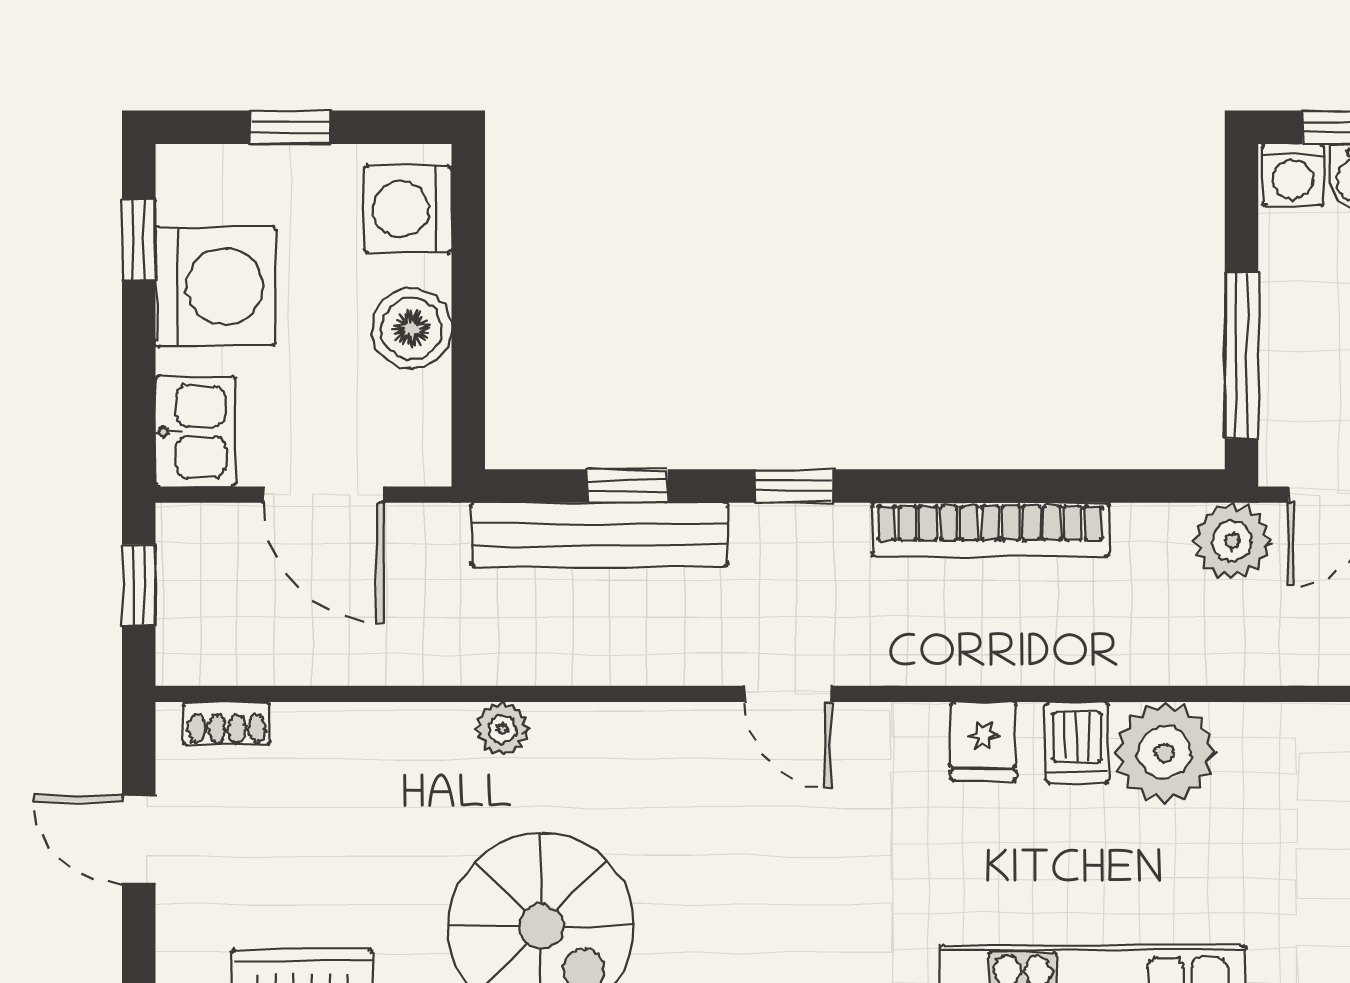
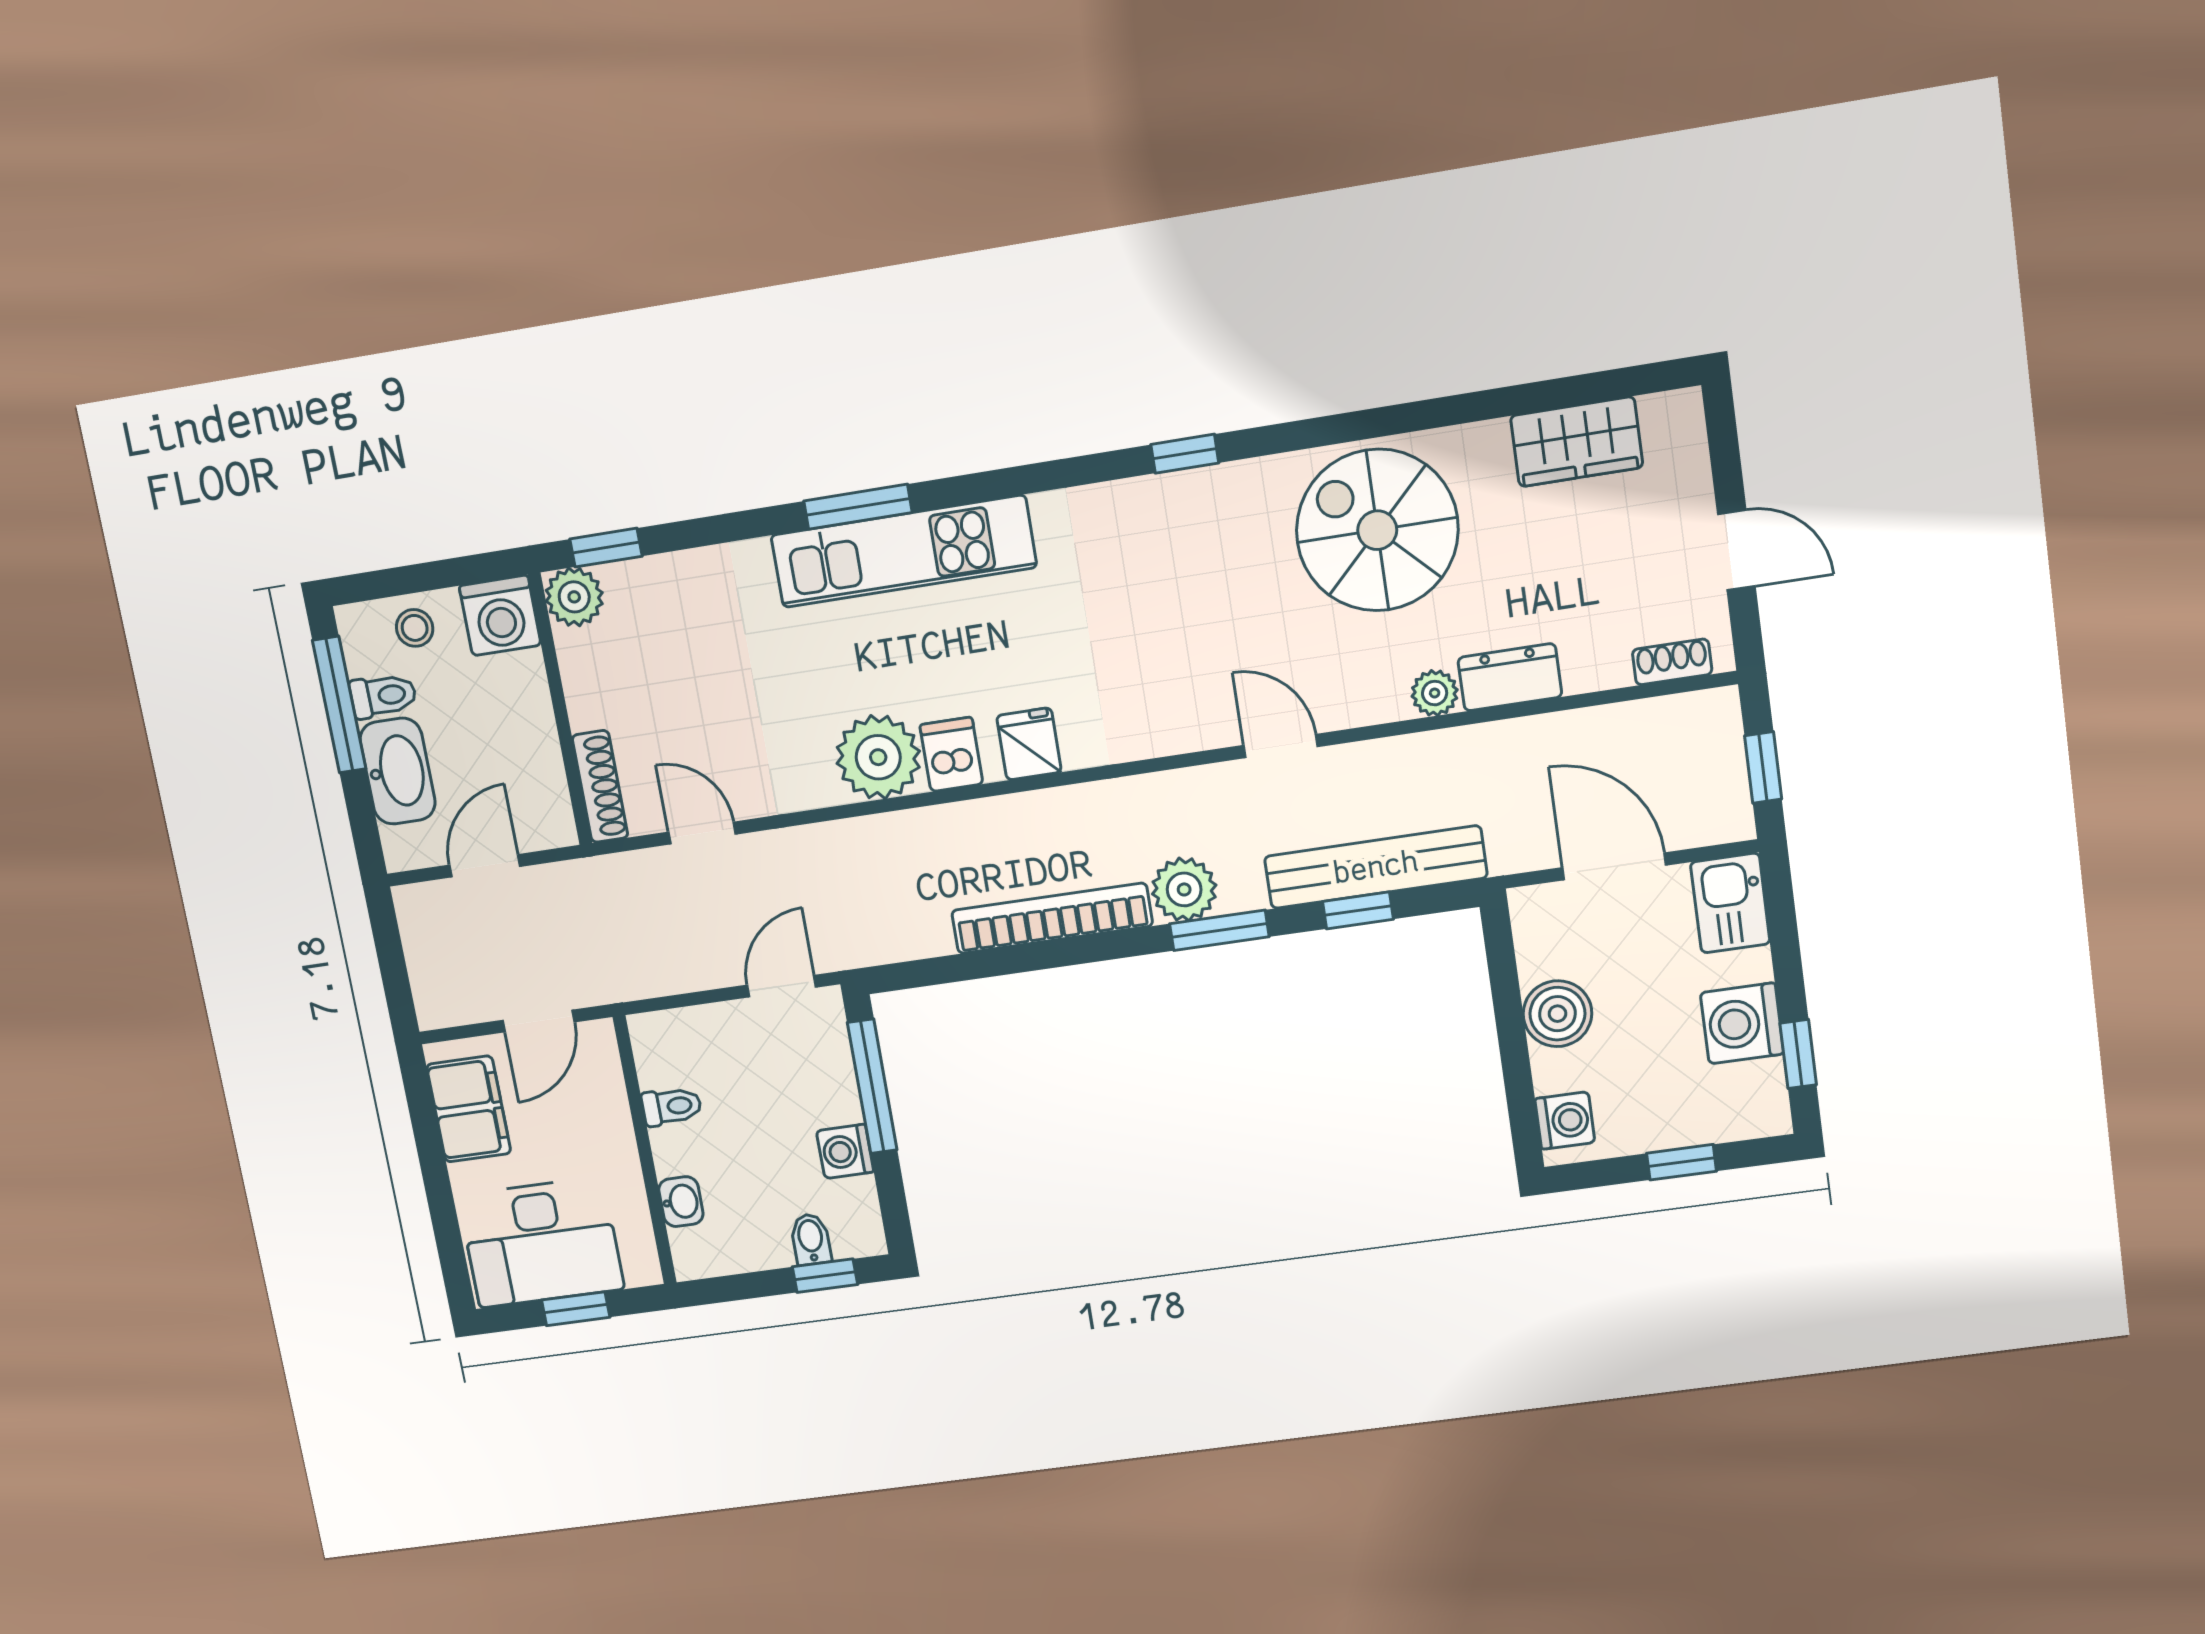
washing machine: (1293, 175) -> (845, 1151), moved, turned -90
washing machine: (408, 209) -> (1565, 1121), width x0.73, depth x0.73
washing machine: (215, 286) -> (1742, 1023), width x0.73, depth x0.73
window: (794, 486) -> (1219, 930), width x1.50
plant: (1232, 541) -> (1184, 889), moved
door: (788, 694) -> (1281, 746), moved
dresser: (413, 734) -> (1510, 677), added

